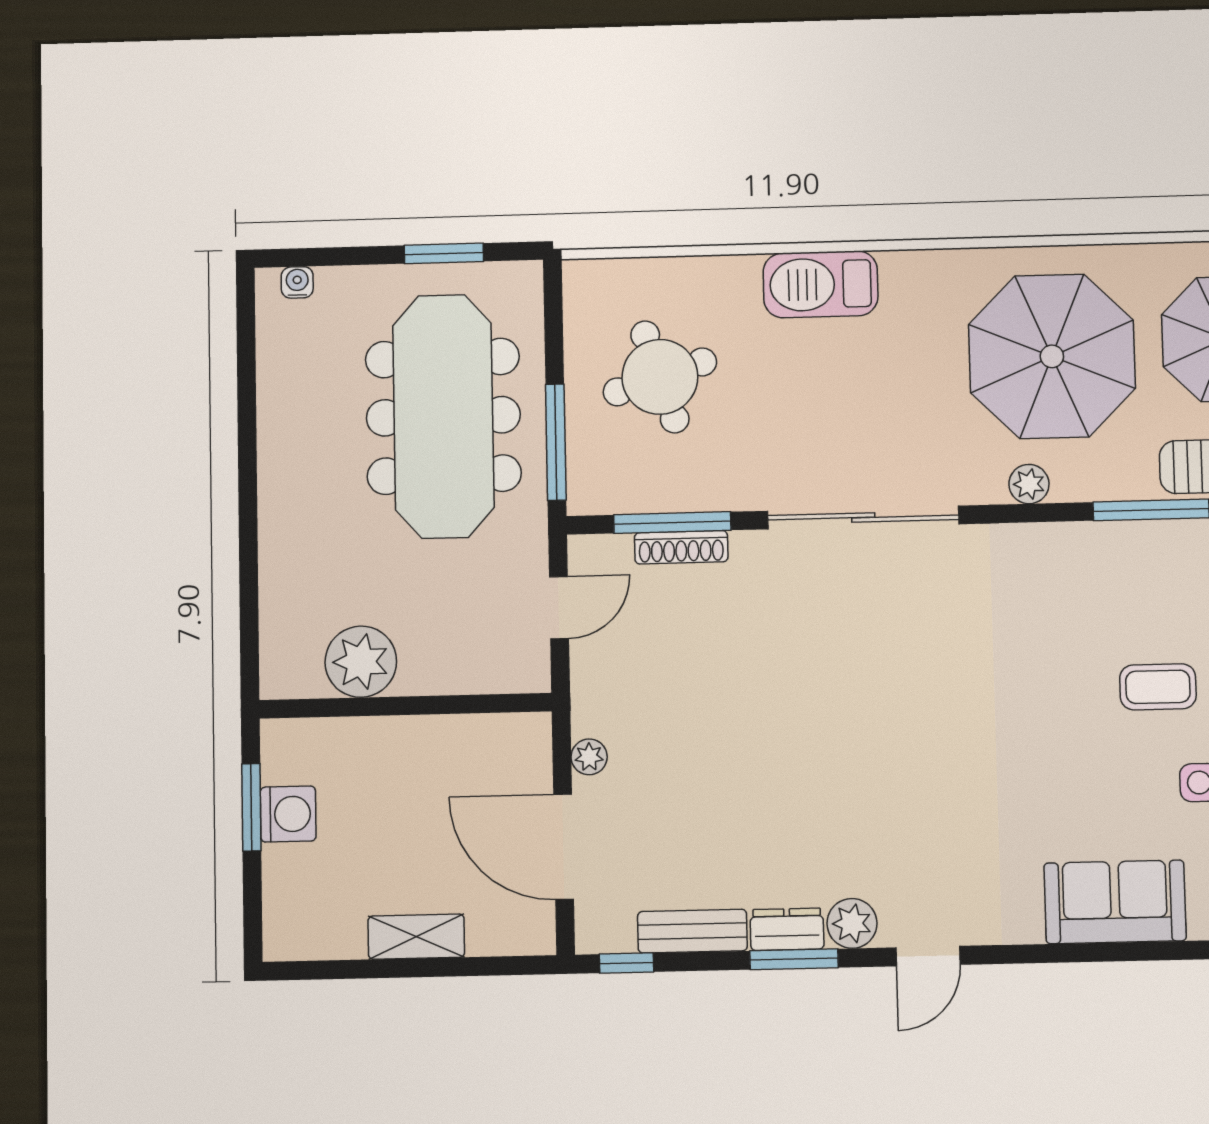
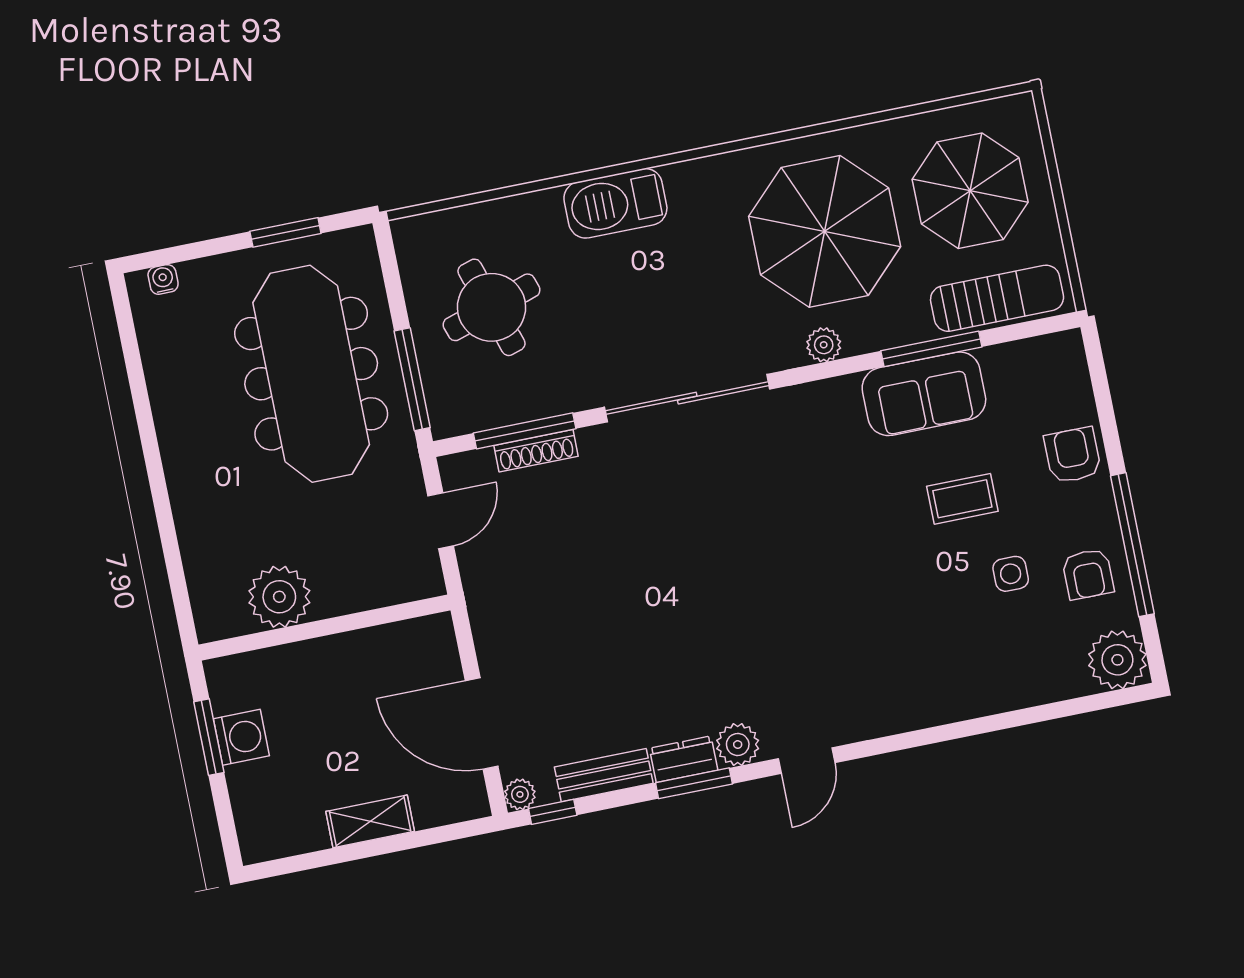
plant: (589, 757) -> (520, 794), moved
sofa: (1115, 902) -> (924, 394), moved, turned 180

